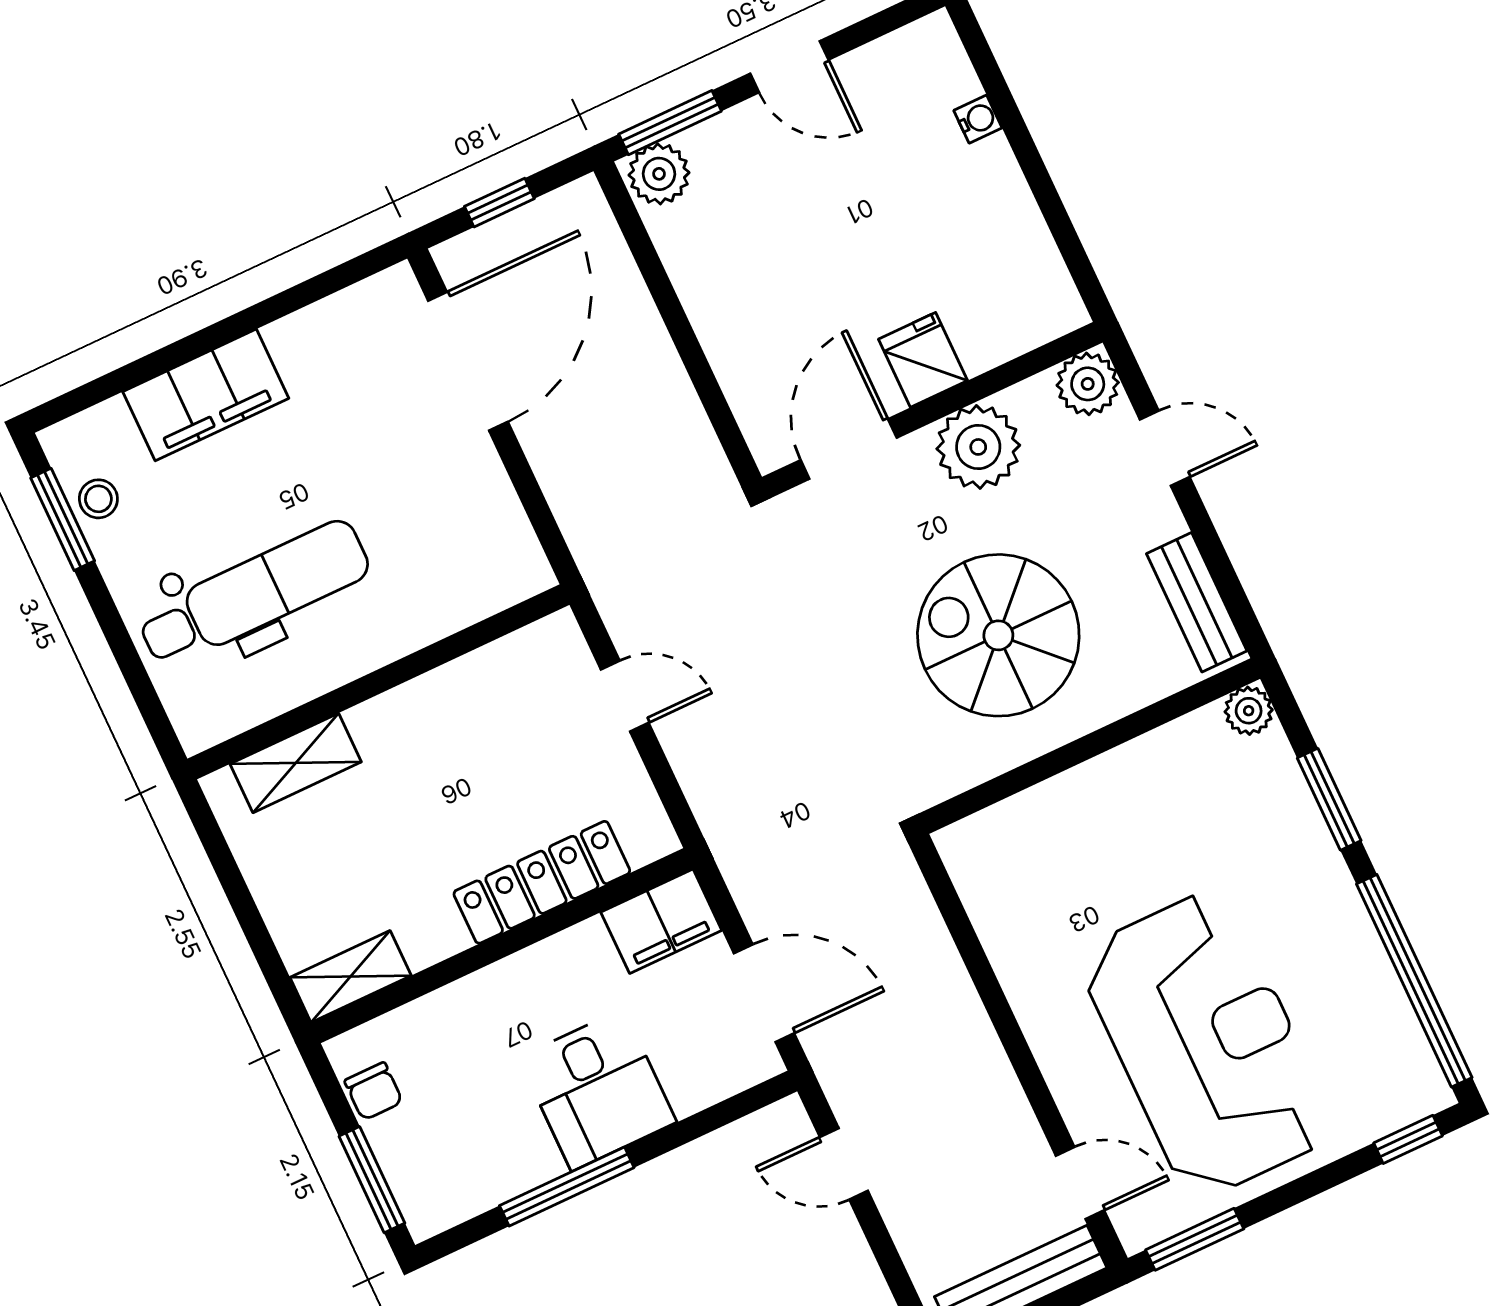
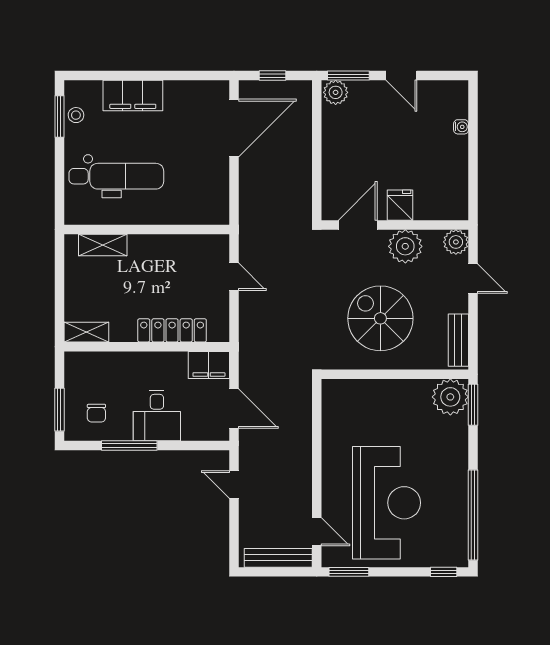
plant: (1249, 711) -> (450, 397), width x1.87, depth x1.87
window: (1329, 799) -> (473, 405), moved
chair: (374, 1091) -> (96, 413), moved

